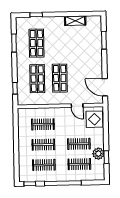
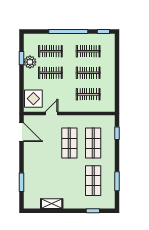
door: (77, 105) -> (52, 114), hinge flipped

